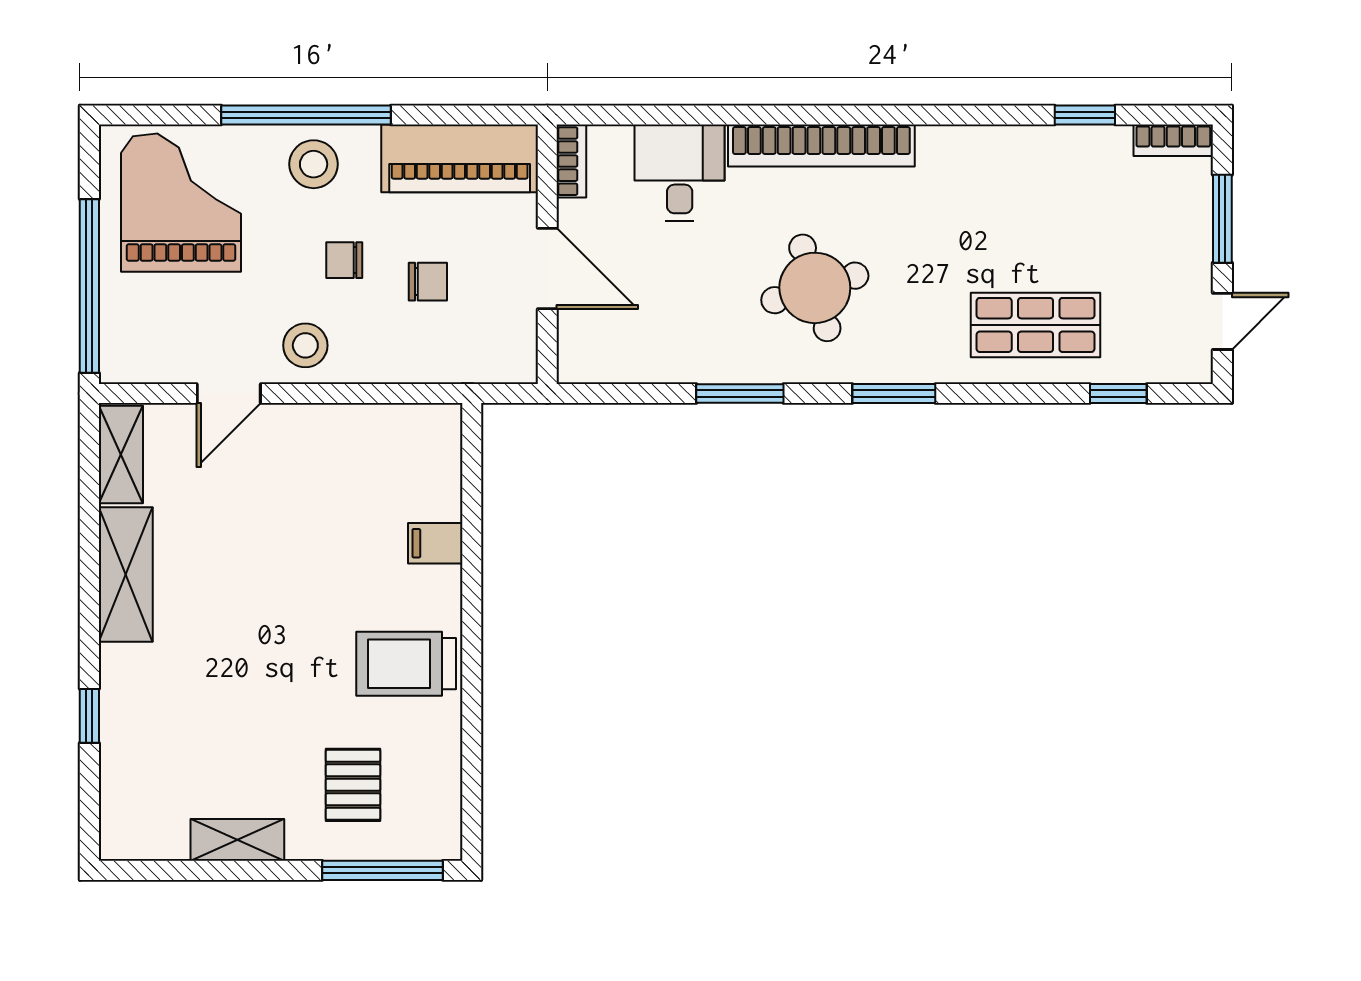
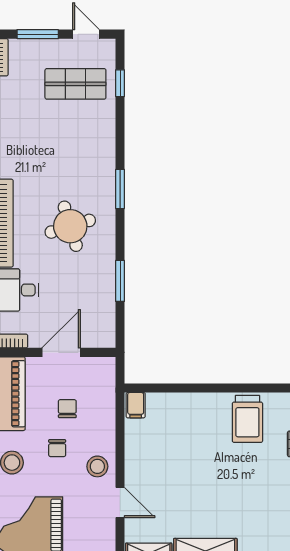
shop shelf: (1036, 325) -> (75, 84), moved, turned 90
window: (740, 394) -> (120, 281), moved
filing cabinet: (435, 543) -> (136, 405), moved

